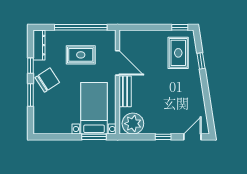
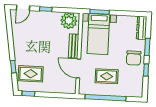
dresser: (39, 45) -> (142, 28), moved
rug: (178, 53) -> (31, 74), turned 90
chair: (47, 80) -> (134, 58), turned -57

